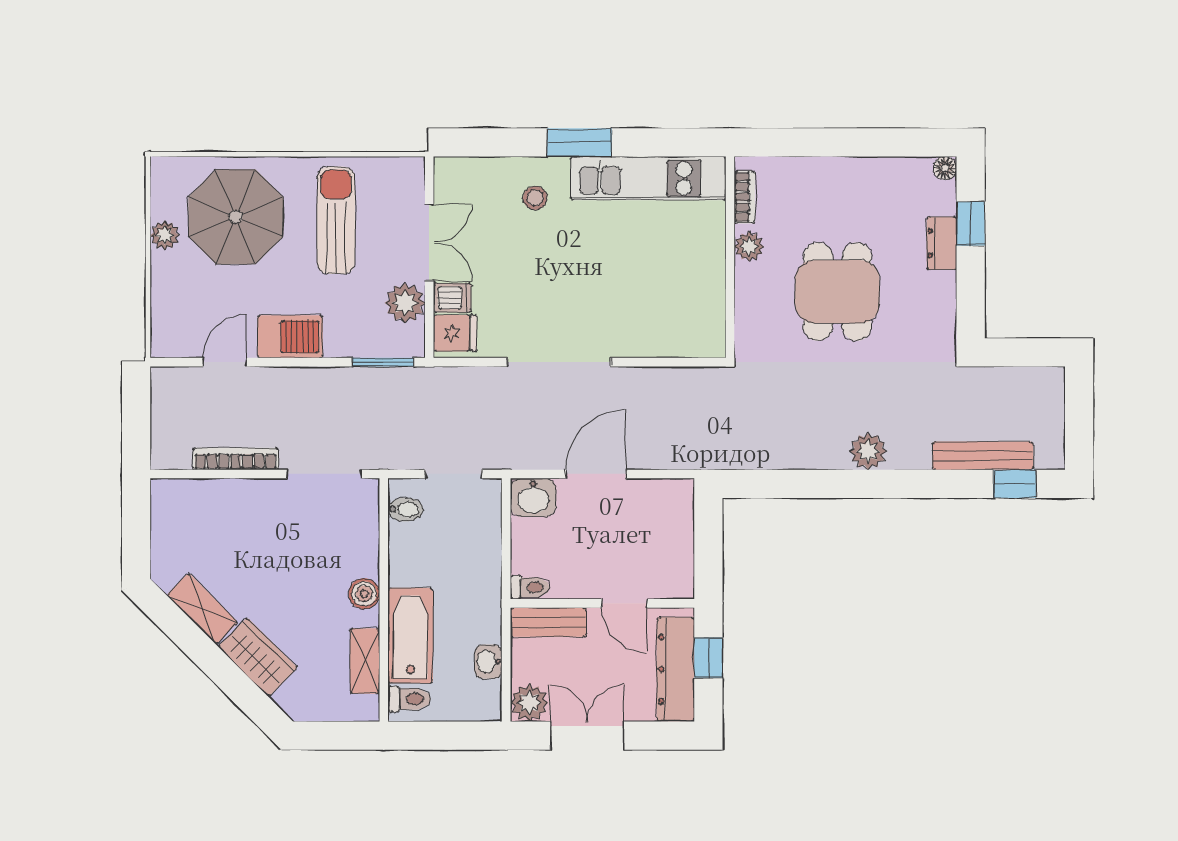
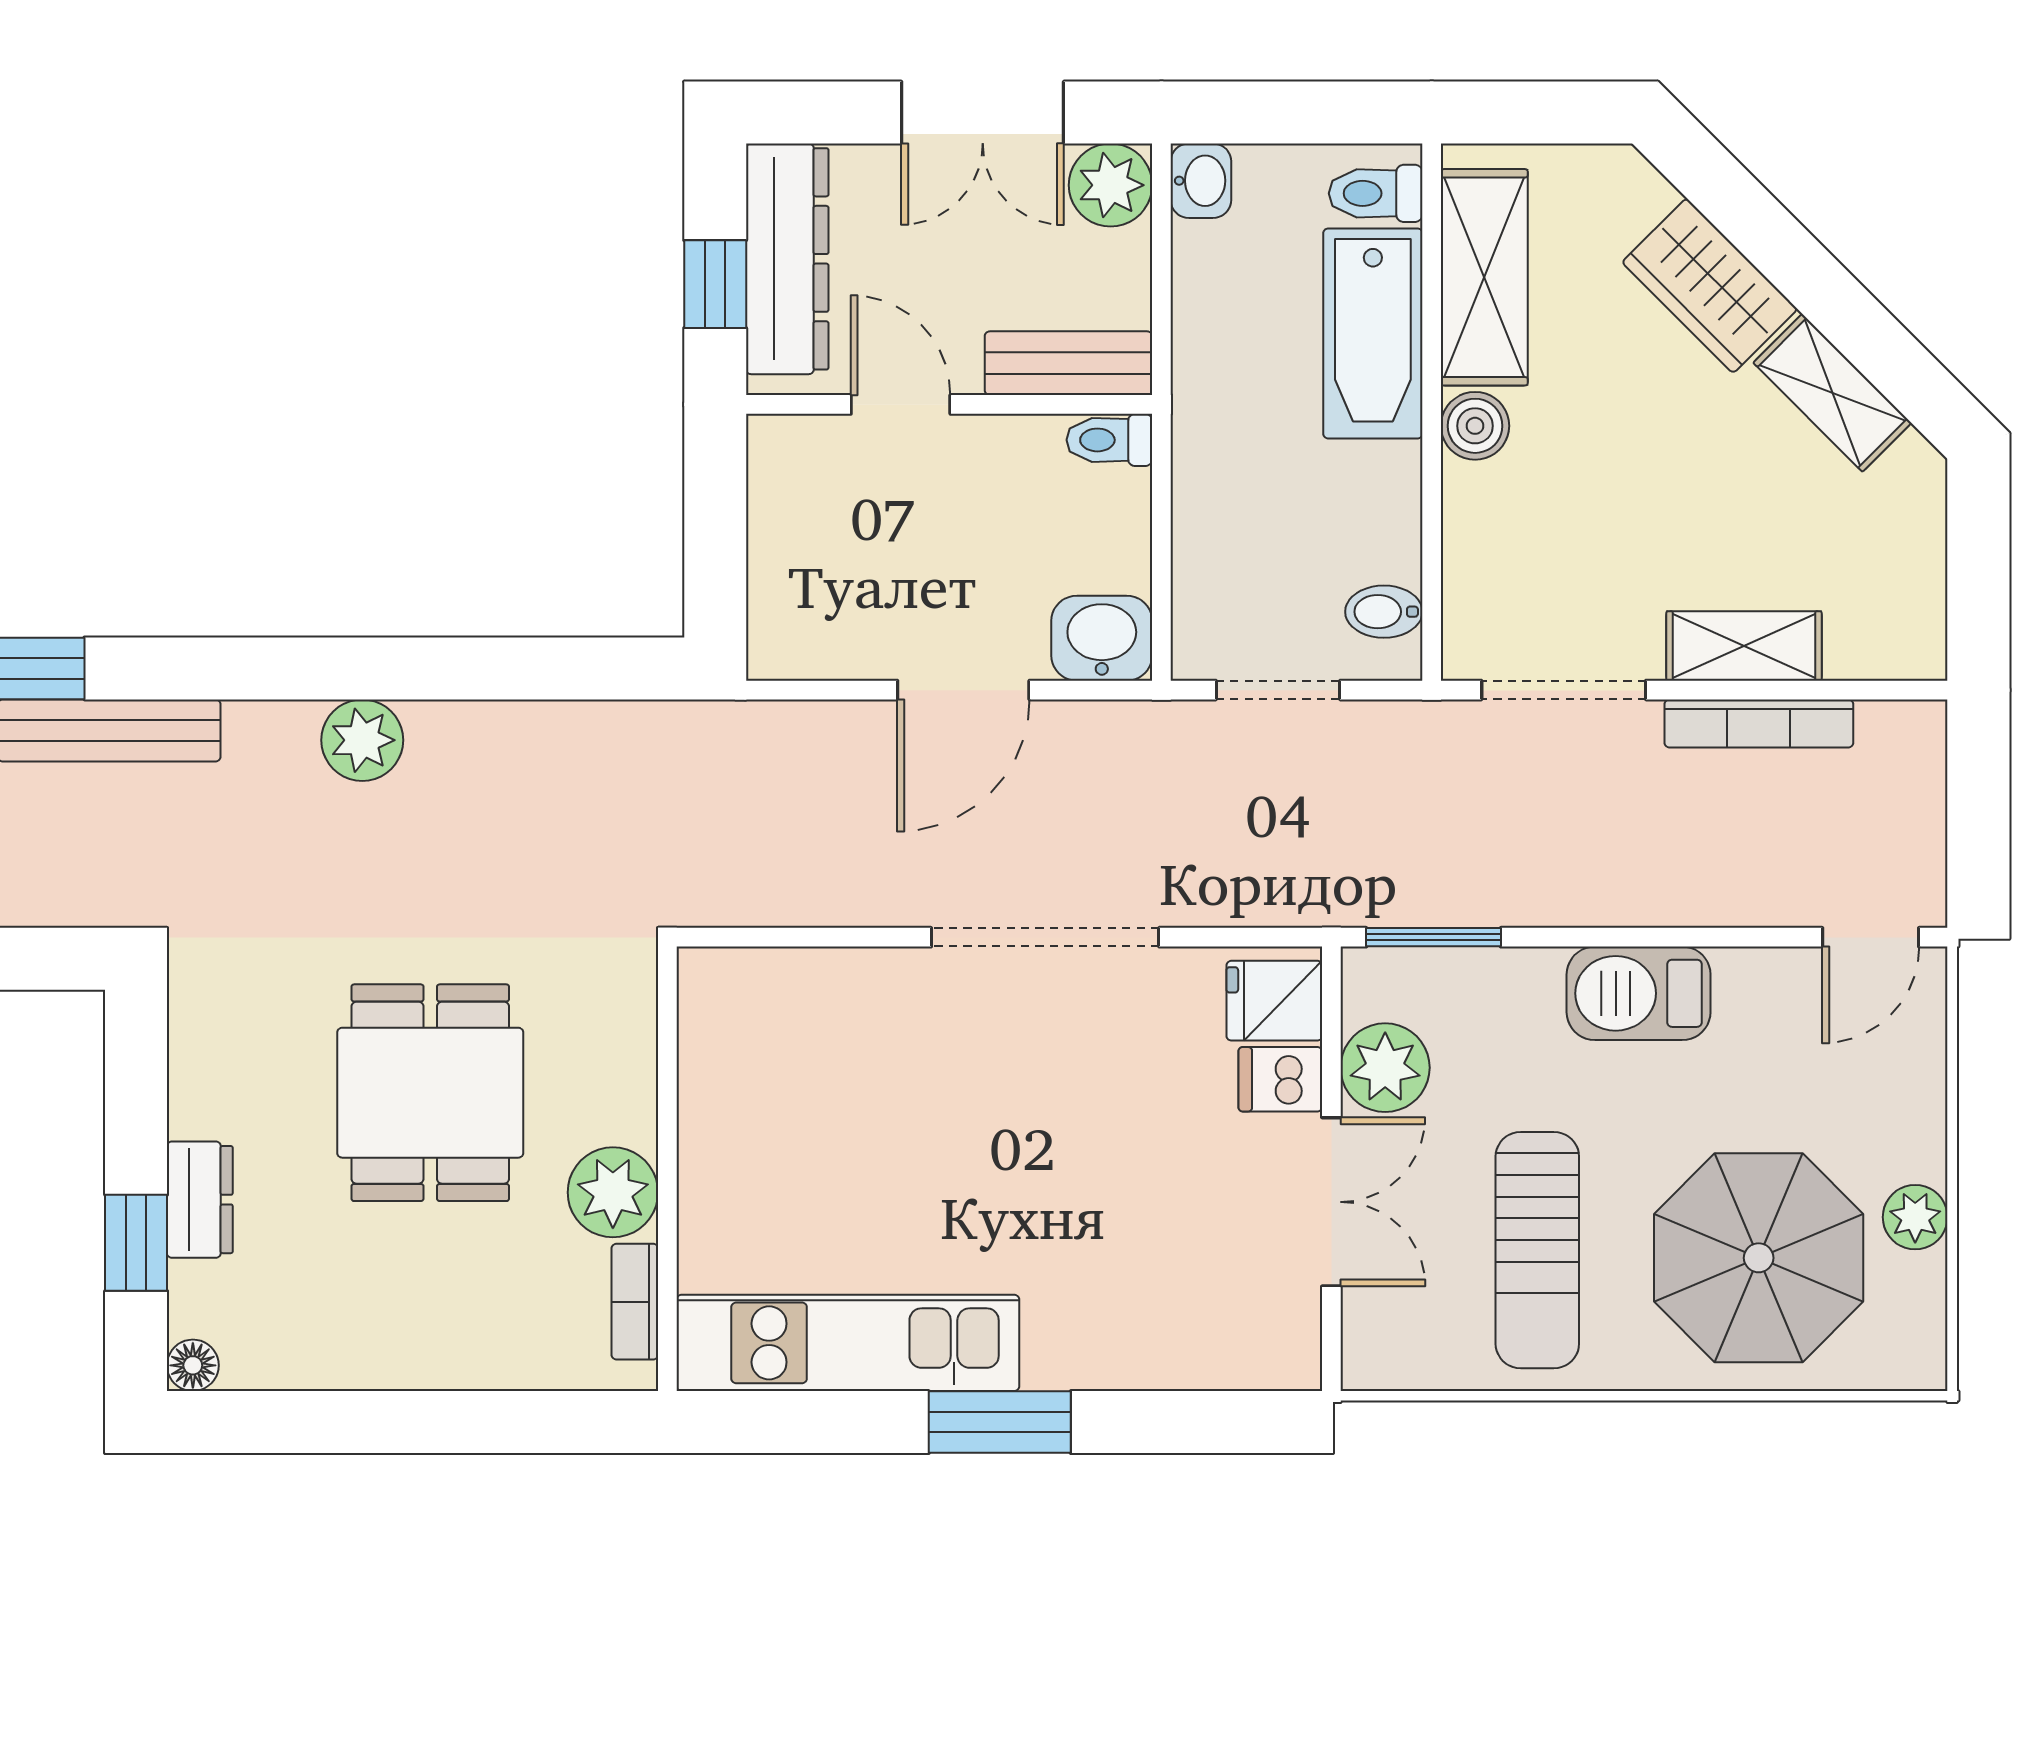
stool: (535, 198) -> (1098, 1300), removed
double door: (429, 242) -> (1331, 1202), swing flipped
plant: (749, 247) -> (613, 1192), width x1.38, depth x1.38
door: (225, 362) -> (1871, 937), moved
shelving: (242, 494) -> (1744, 646), added
shelving: (365, 661) -> (1484, 277), width x1.50, depth x1.33
washbasin: (488, 662) -> (1201, 181), moved

